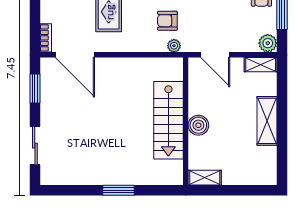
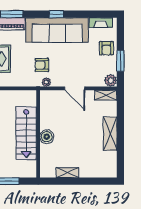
stairs: (168, 120) -> (26, 133), moved
wall: (186, 121) -> (38, 134), moved
boiler: (198, 125) -> (47, 137), moved

